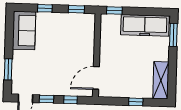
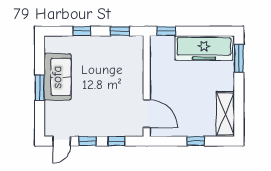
sofa: (24, 30) -> (57, 77), moved
window: (8, 69) -> (40, 88), moved
door: (96, 78) -> (147, 114), swing flipped

